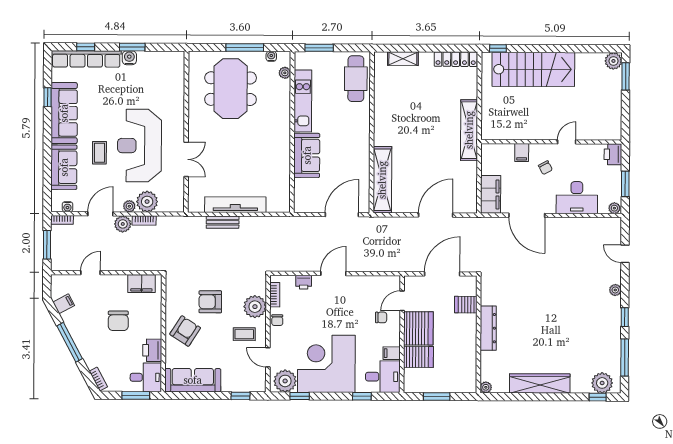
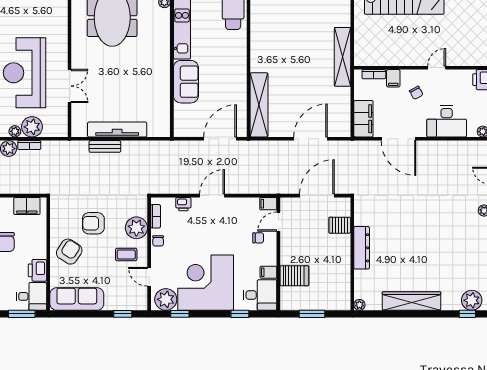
bookcase: (501, 148) -> (374, 74), added
filing cabinet: (392, 282) -> (268, 204), added
server rack: (418, 328) -> (294, 248), removed

